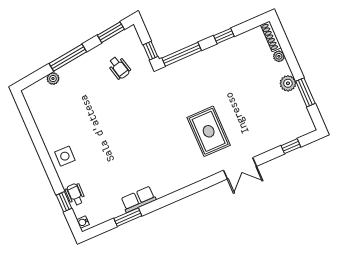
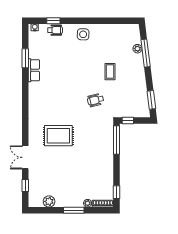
window: (224, 36) -> (117, 192), moved
window: (68, 58) -> (146, 53), moved
wheelchair: (119, 68) -> (96, 100), moved
plant: (288, 83) -> (49, 201), moved
window: (305, 92) -> (74, 210), moved
coffee table: (98, 101) -> (110, 72), added
double door: (240, 168) -> (25, 157), moved

